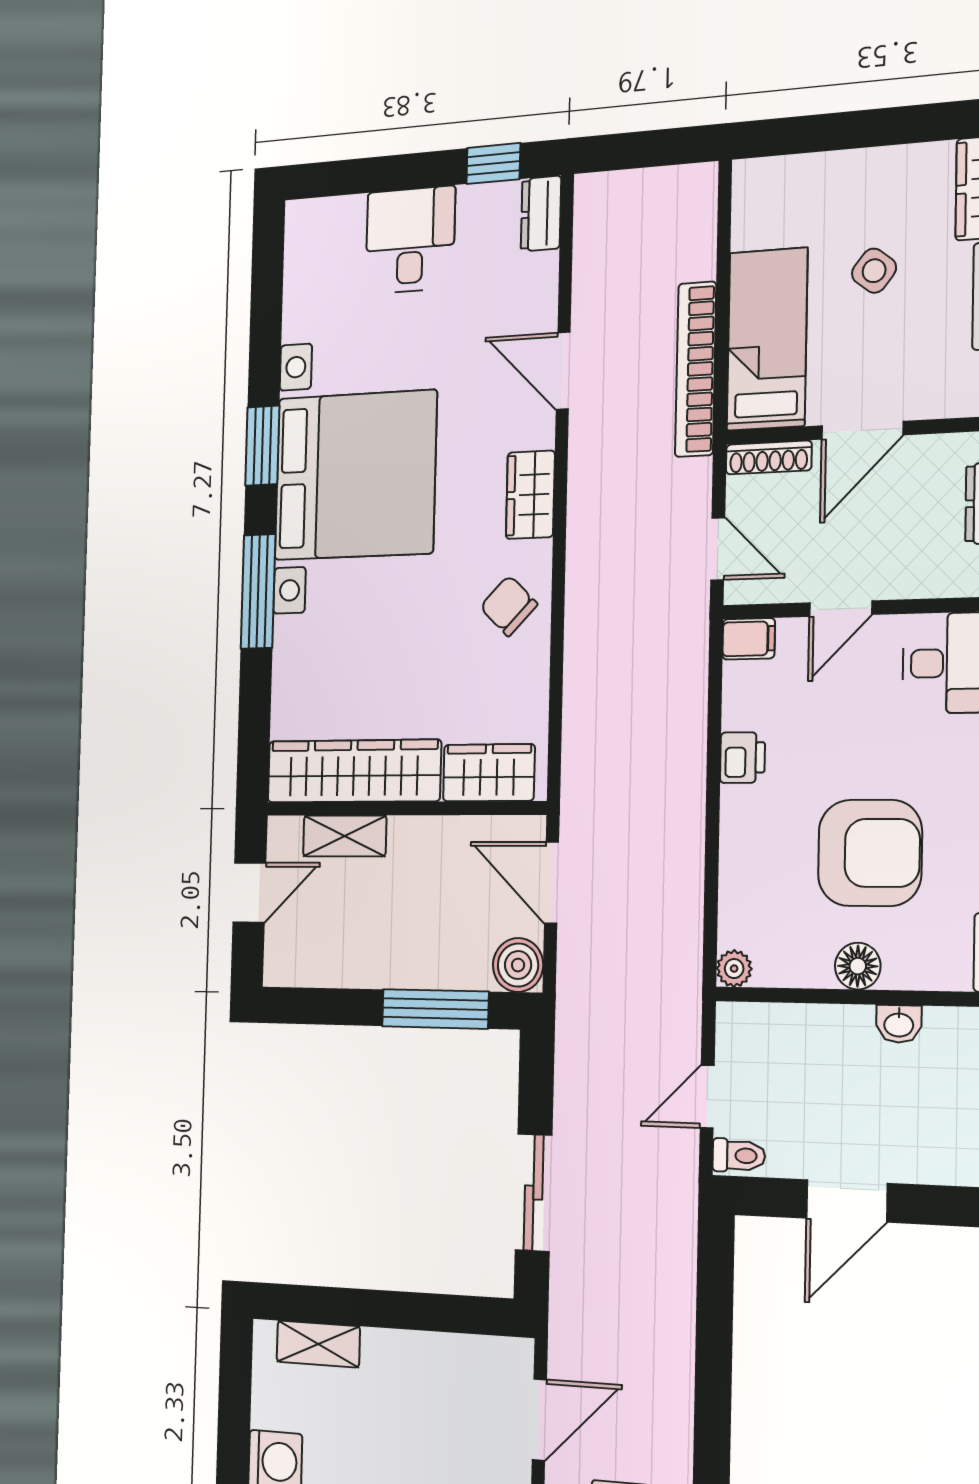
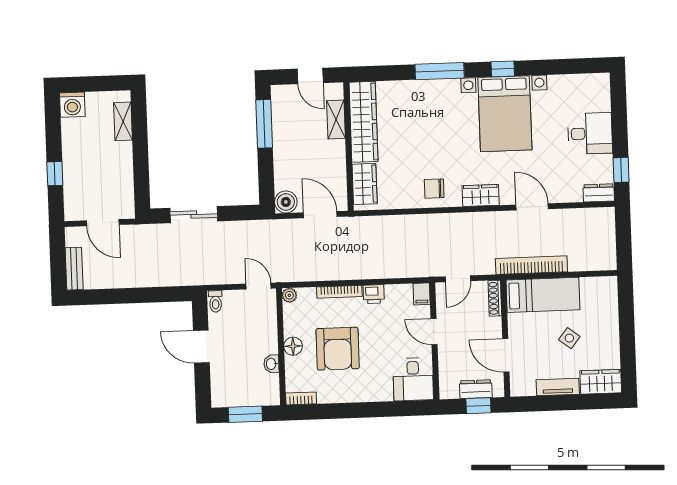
door: (563, 371) -> (532, 207), hinge flipped
door: (862, 430) -> (506, 355), moved
window: (262, 446) -> (503, 69), width x0.67
bed with nightstands: (355, 475) -> (505, 114), width x0.73
chair: (509, 606) -> (434, 189), turned -134
bookcase: (733, 843) -> (339, 292), added
door: (552, 883) -> (320, 215), hinge flipped
window: (435, 1009) -> (264, 124), moved
door: (707, 1097) -> (259, 286), moved

